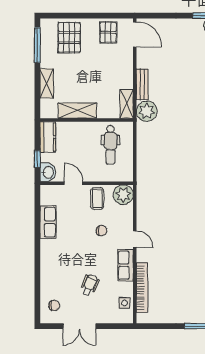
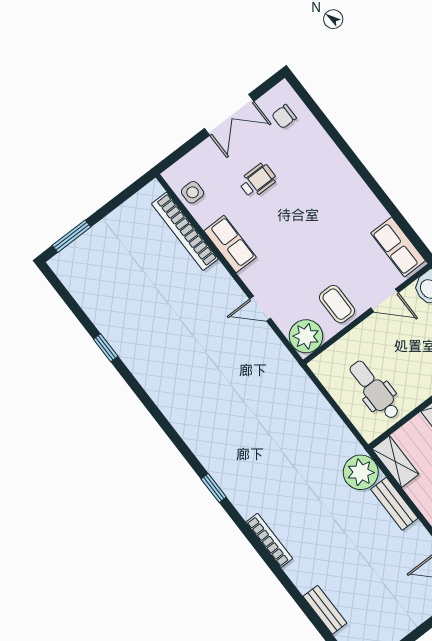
row of seats: (48, 222) -> (398, 247), moved
chair: (102, 231) -> (298, 266), removed
door: (135, 239) -> (260, 309), moved
wheelchair: (90, 285) -> (258, 180), turned -112
double door: (79, 326) -> (229, 115), swing flipped

